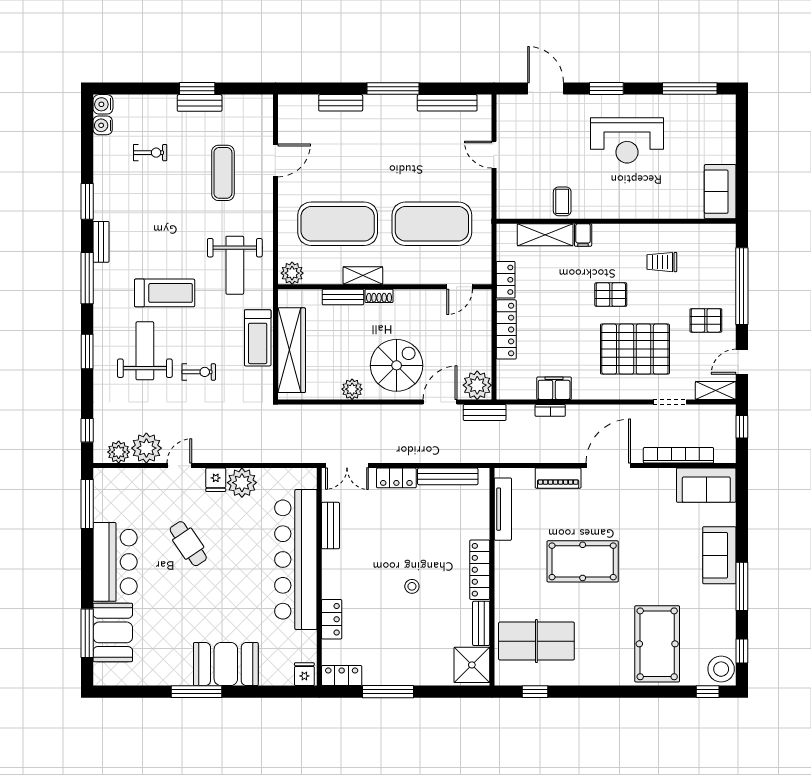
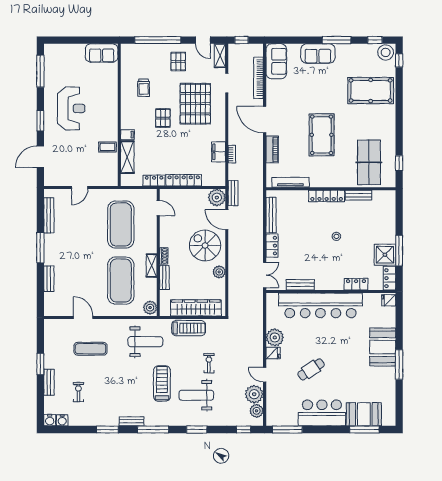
bench: (200, 103) -> (49, 382), moved
shower: (472, 665) -> (385, 255), moved

